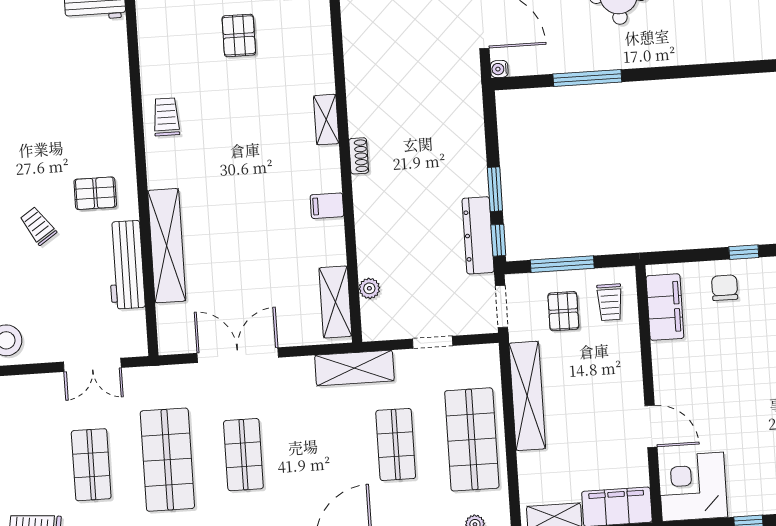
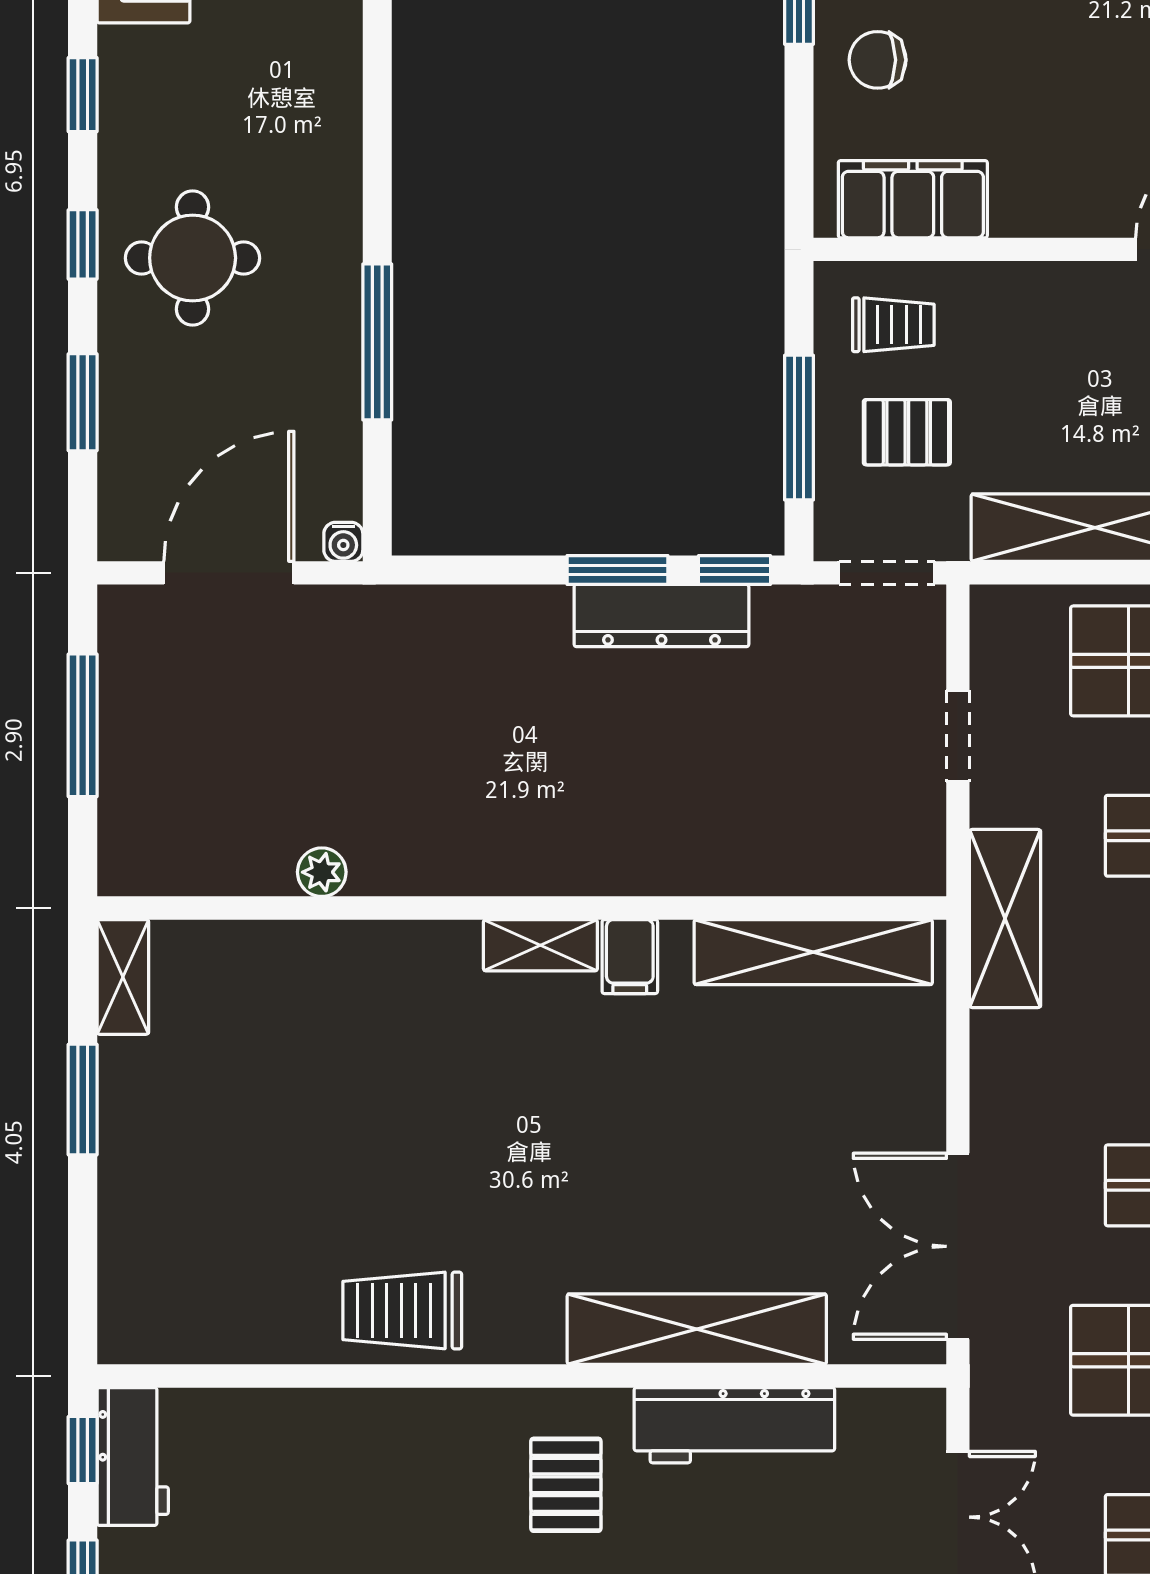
pallet: (239, 35) -> (227, 1132), removed
trolley: (166, 117) -> (402, 1310), width x1.36, depth x1.39
shelving: (326, 120) -> (540, 945), moved
shoe rack: (359, 156) -> (520, 877), removed
dresser: (478, 235) -> (661, 616), moved
plant: (369, 288) -> (322, 872), moved
shelving: (335, 302) -> (813, 952), width x1.47
double door: (238, 355) -> (958, 1246), moved

